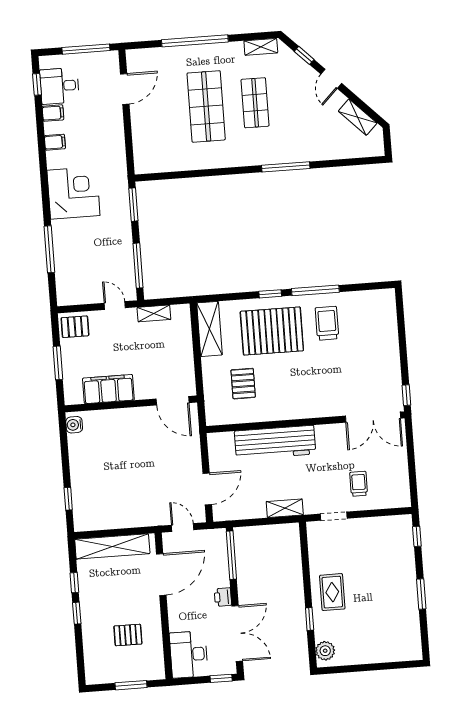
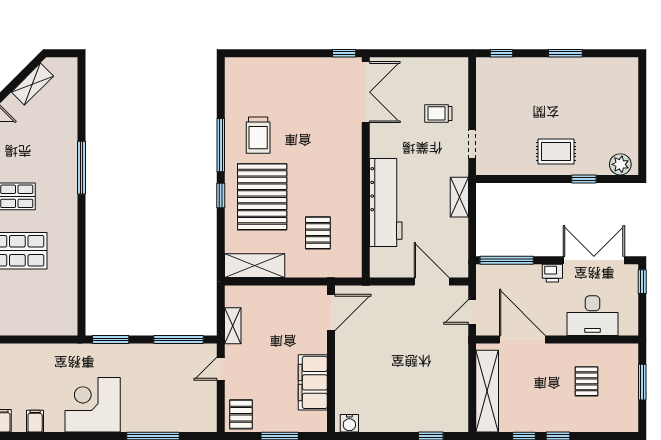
trolley: (327, 323) -> (258, 135), turned -90
pallet: (243, 384) -> (318, 233), turned 90
desk: (189, 654) -> (593, 316), moved

